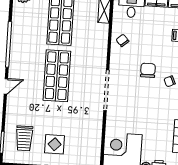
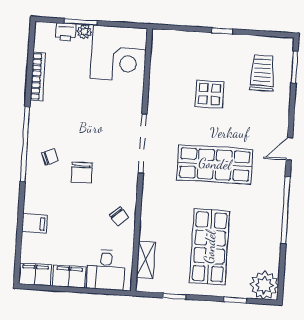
shop shelf: (57, 76) -> (215, 164), turned 90
display table: (55, 144) -> (209, 94), moved

